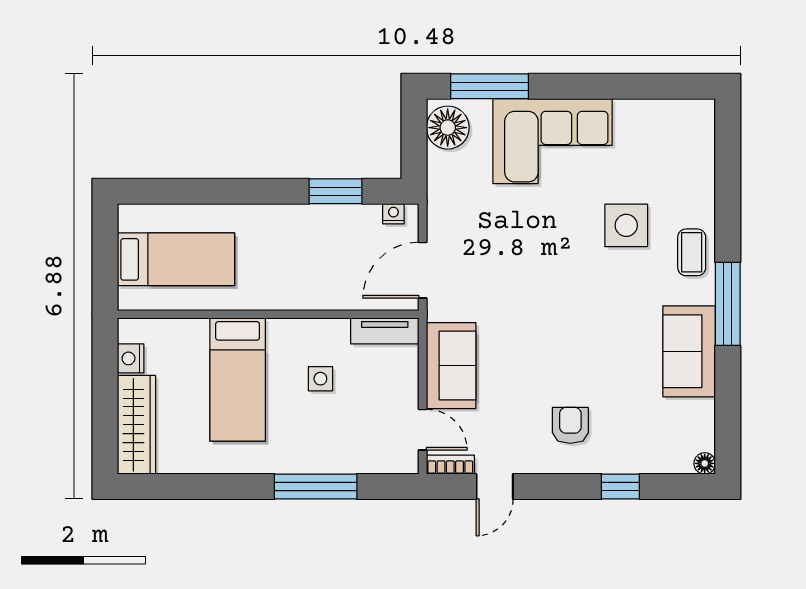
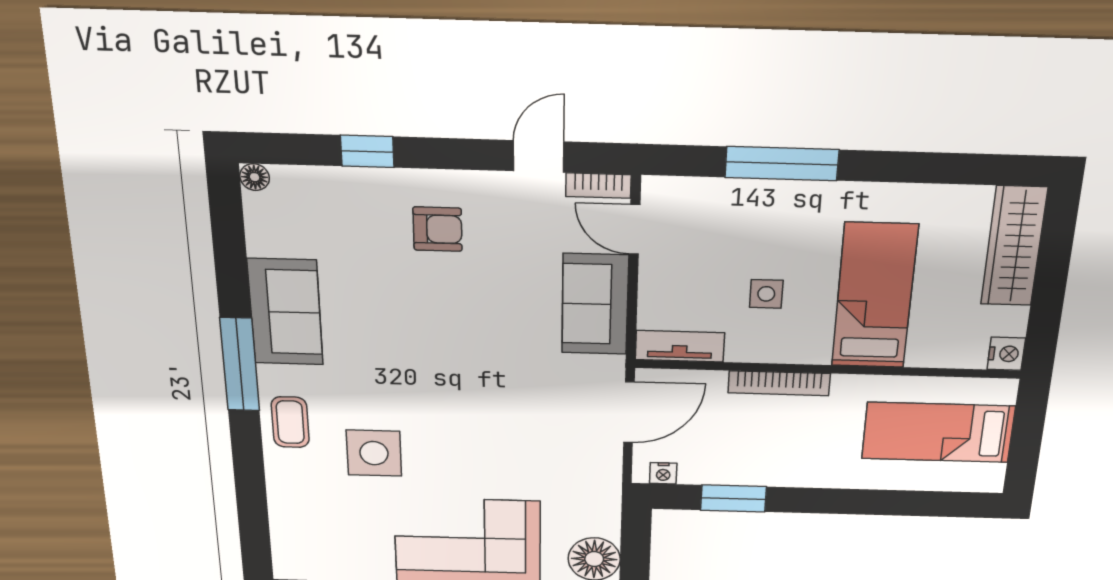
bookcase: (305, 300) -> (779, 383), added
nightstand: (131, 358) -> (1006, 354), moved
armchair: (570, 425) -> (438, 229), turned -90

